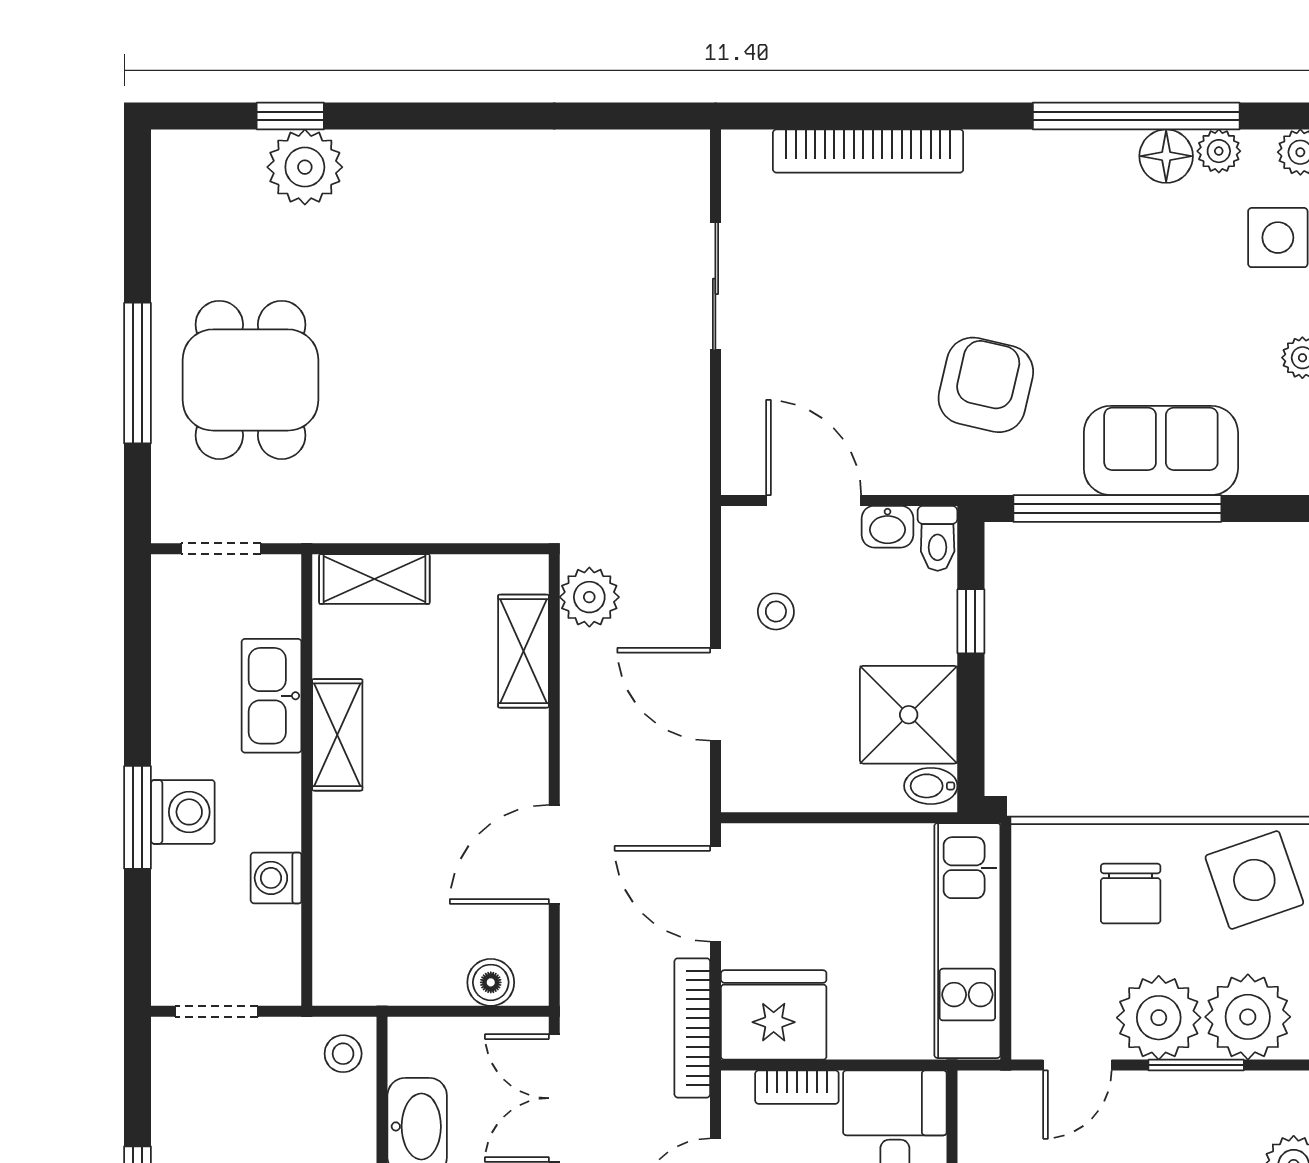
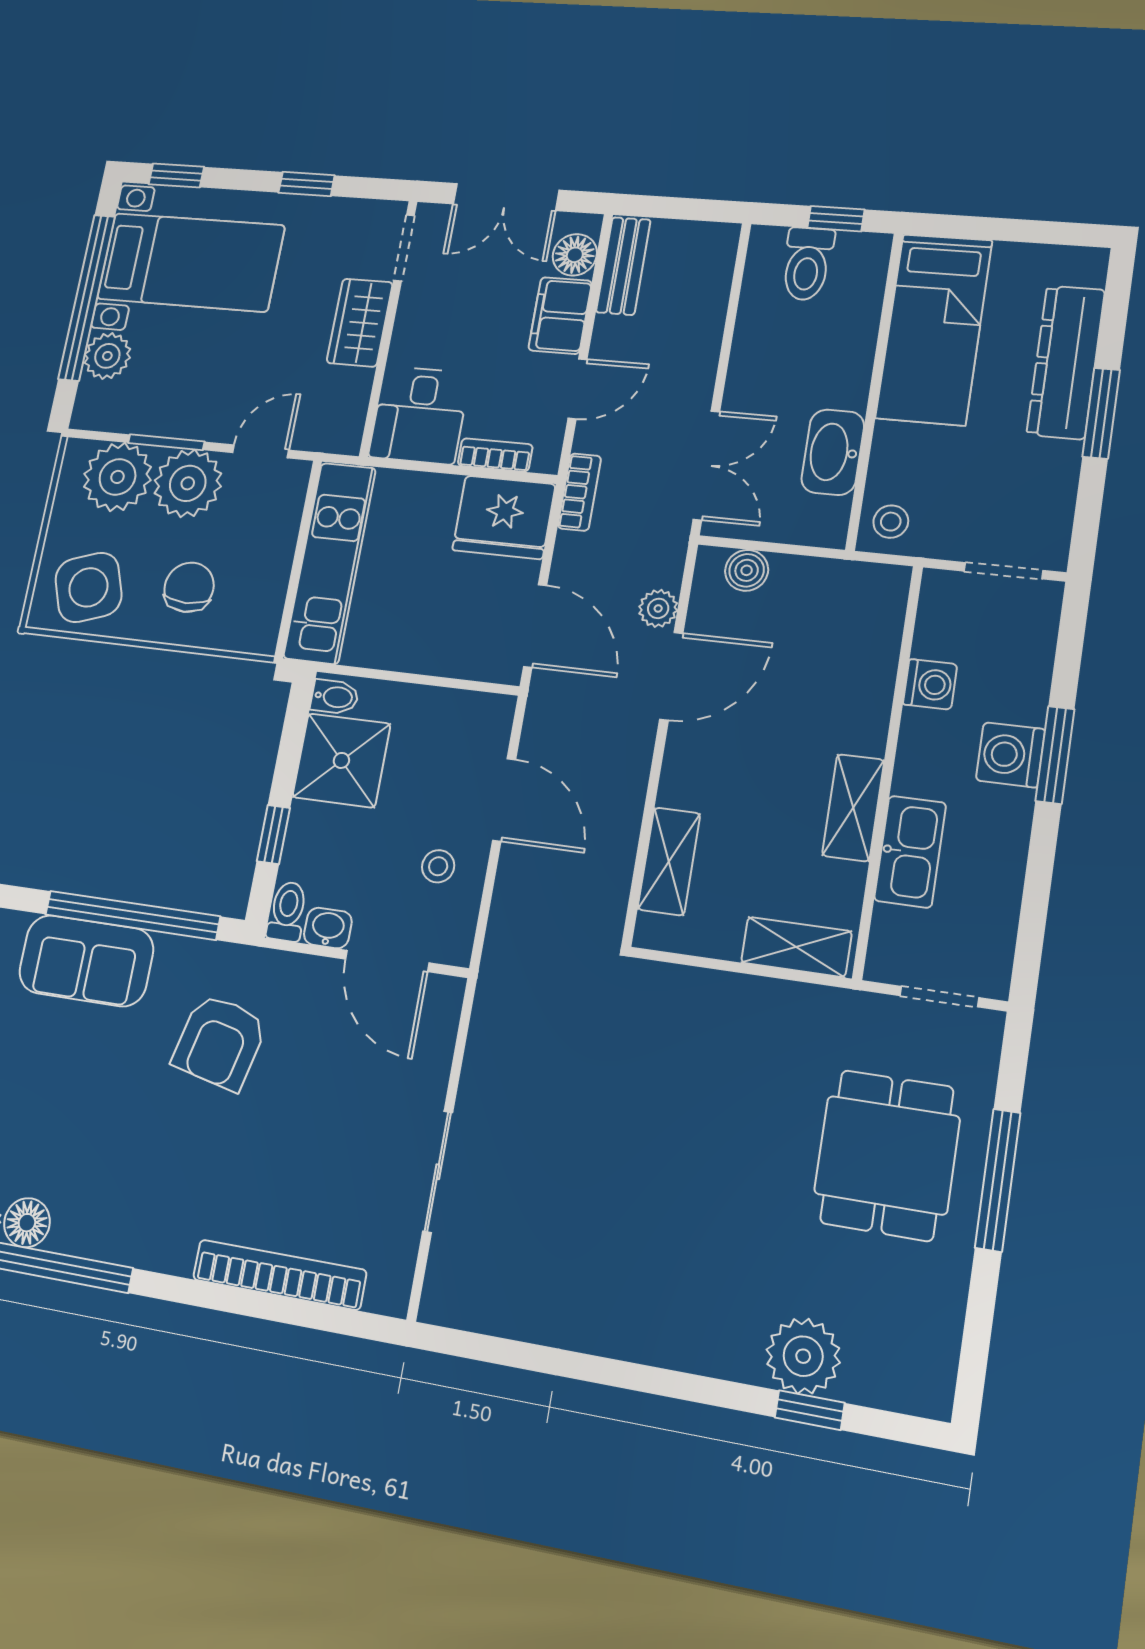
plant: (589, 597) -> (658, 608), moved, width x0.73, depth x0.73
bookcase: (692, 1028) -> (579, 492), width x0.64

